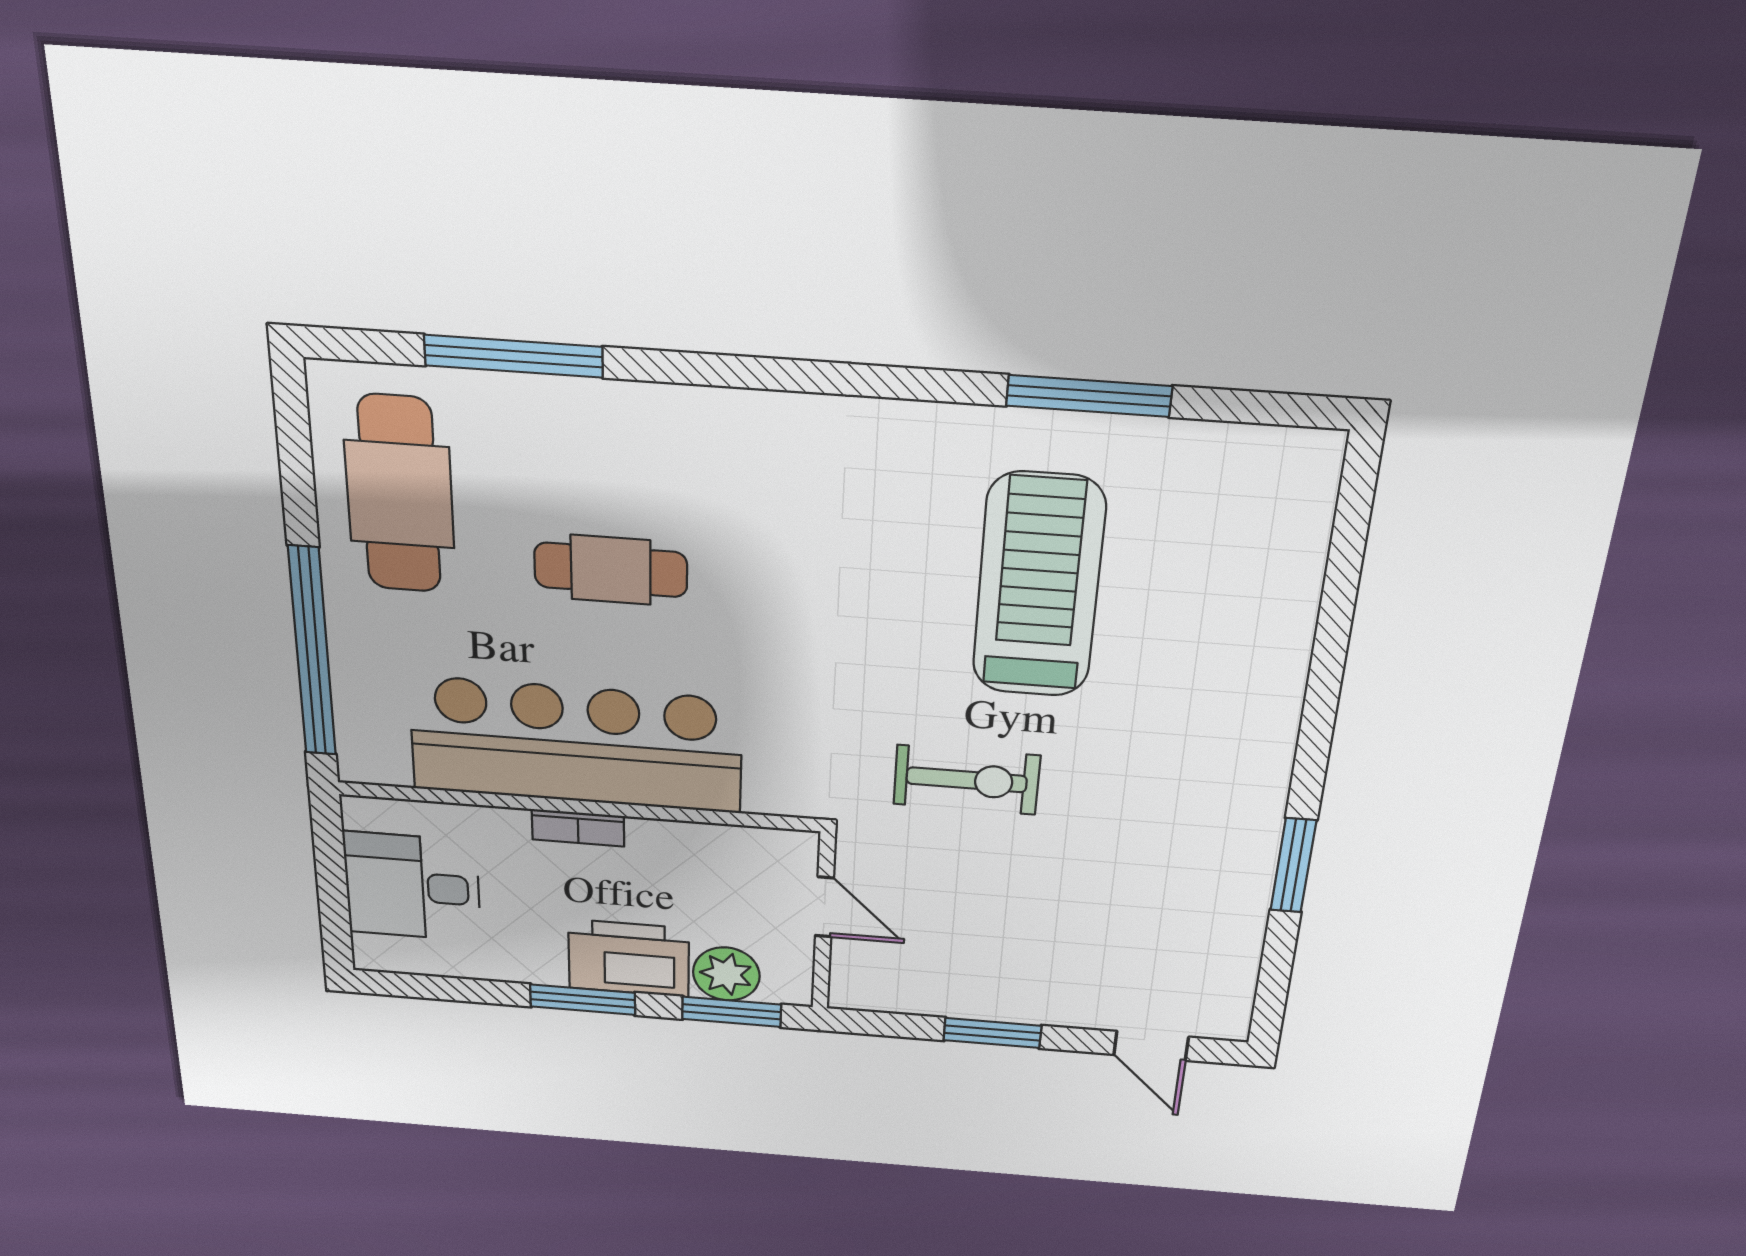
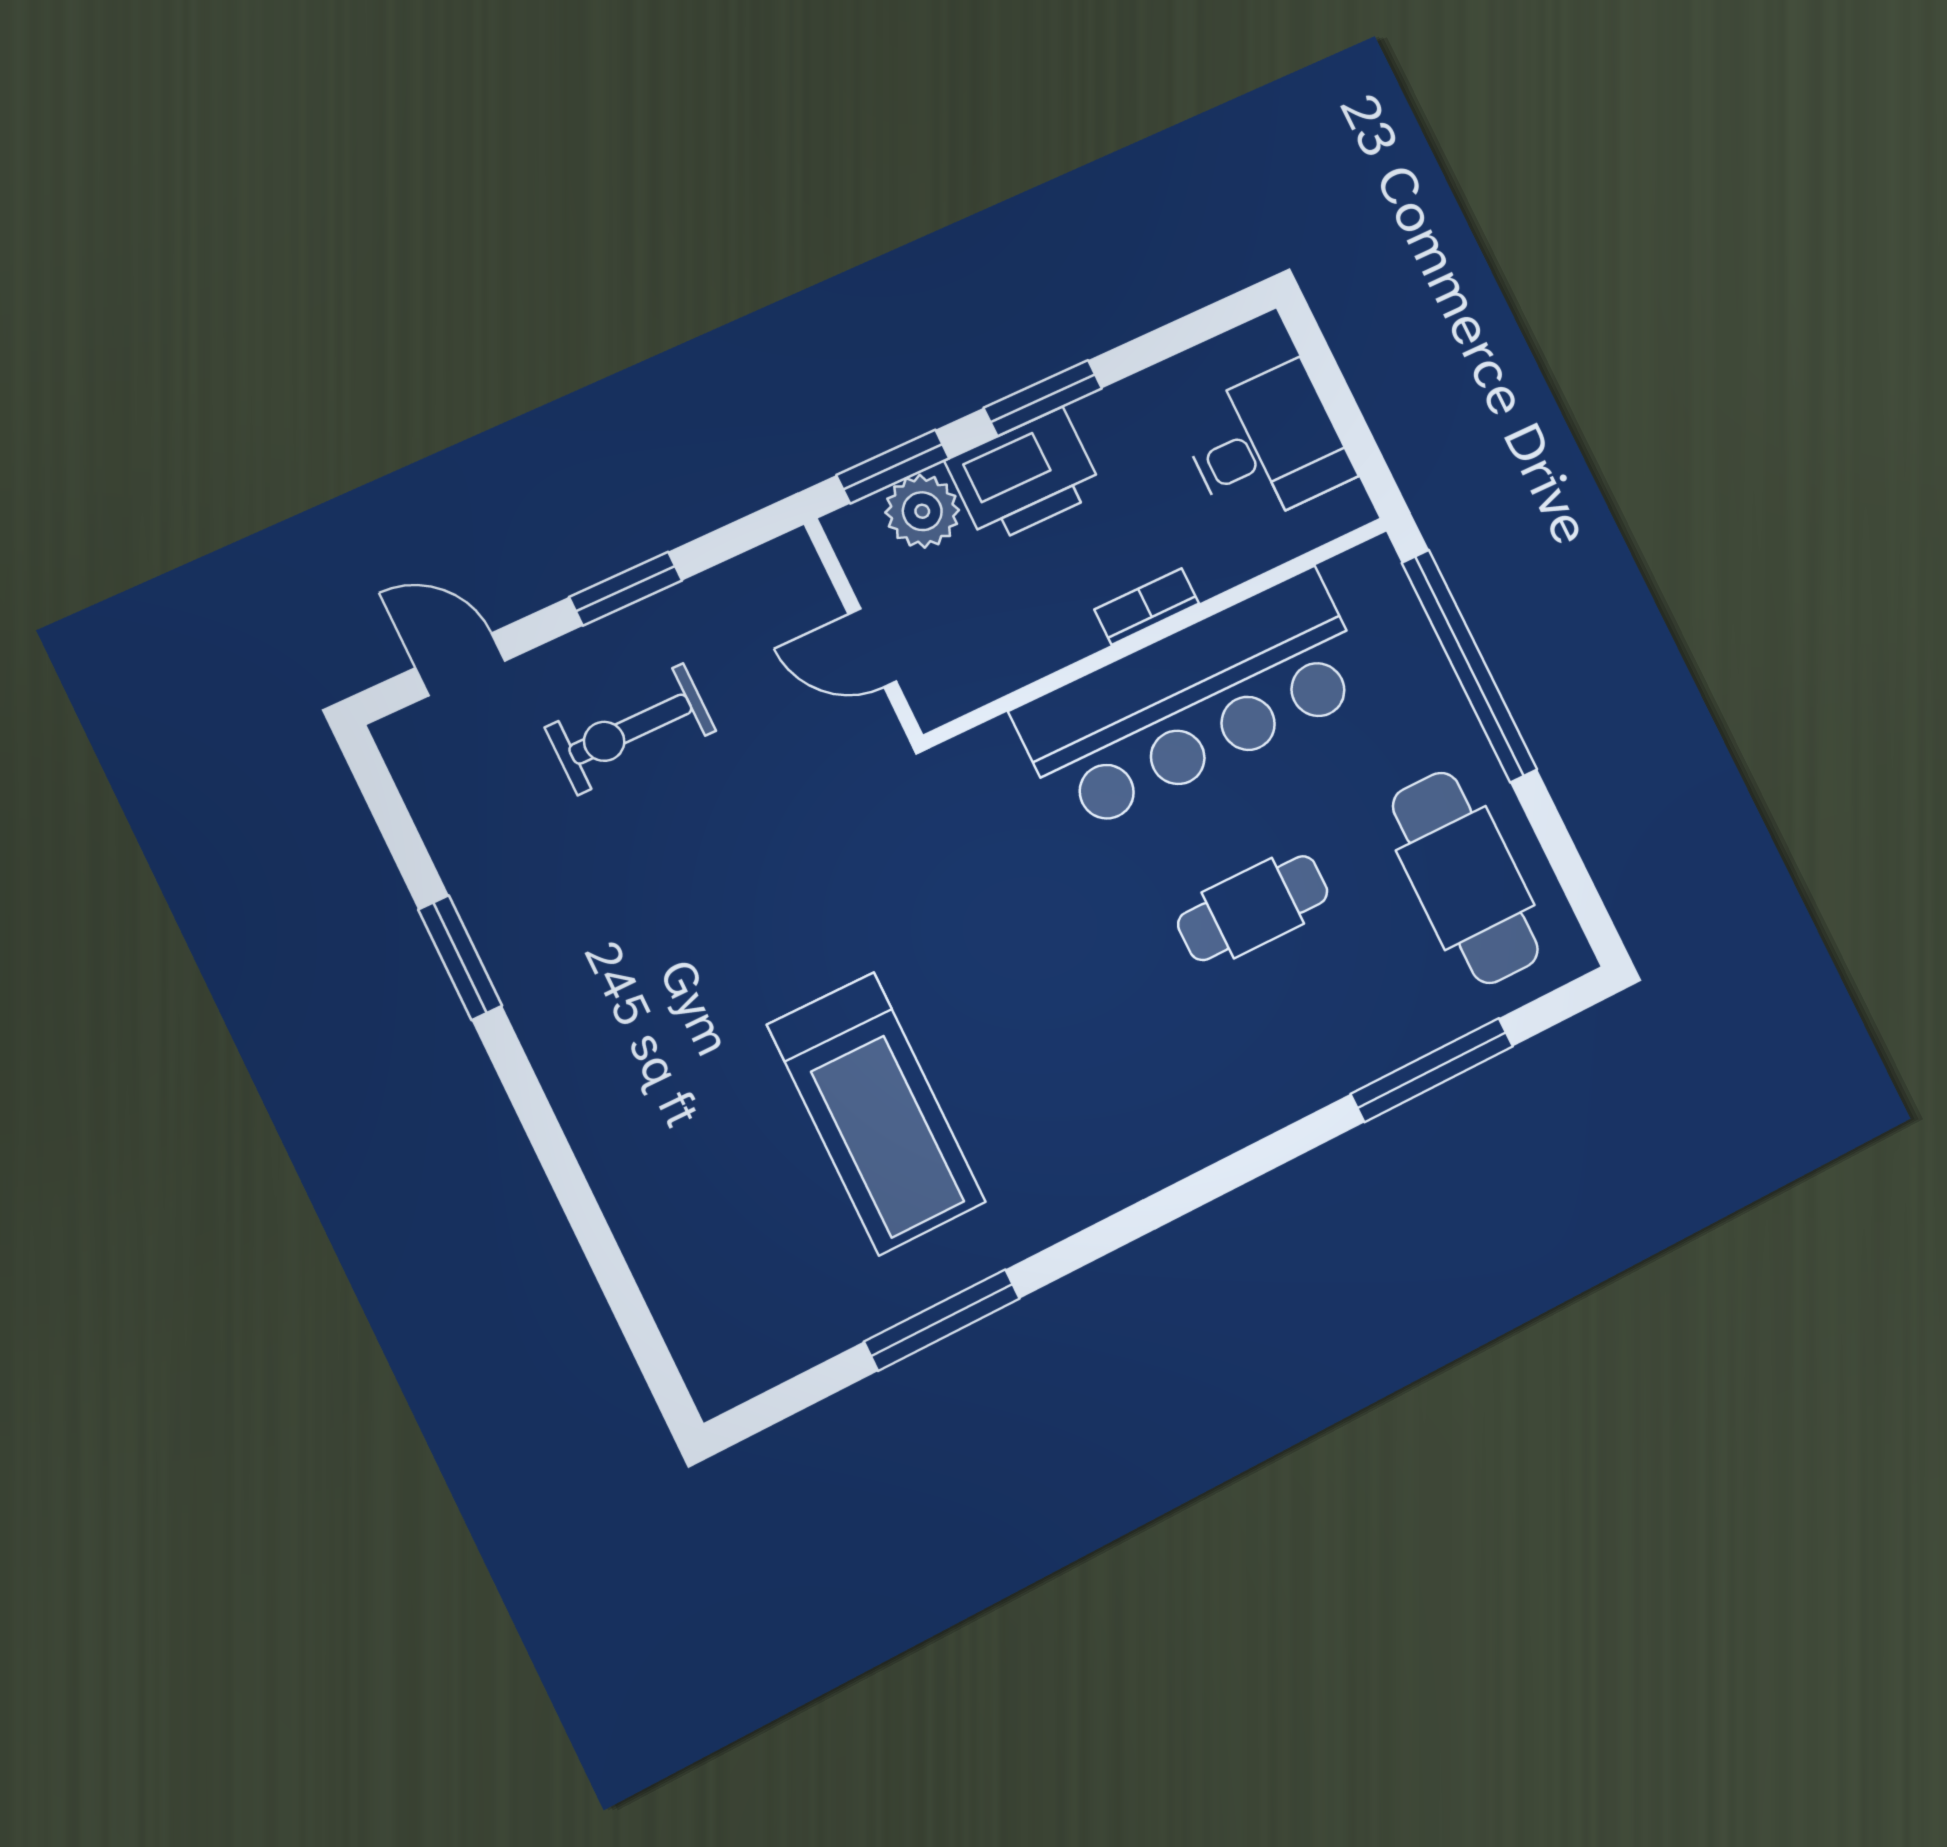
exercise bike: (967, 780) -> (631, 729), moved

